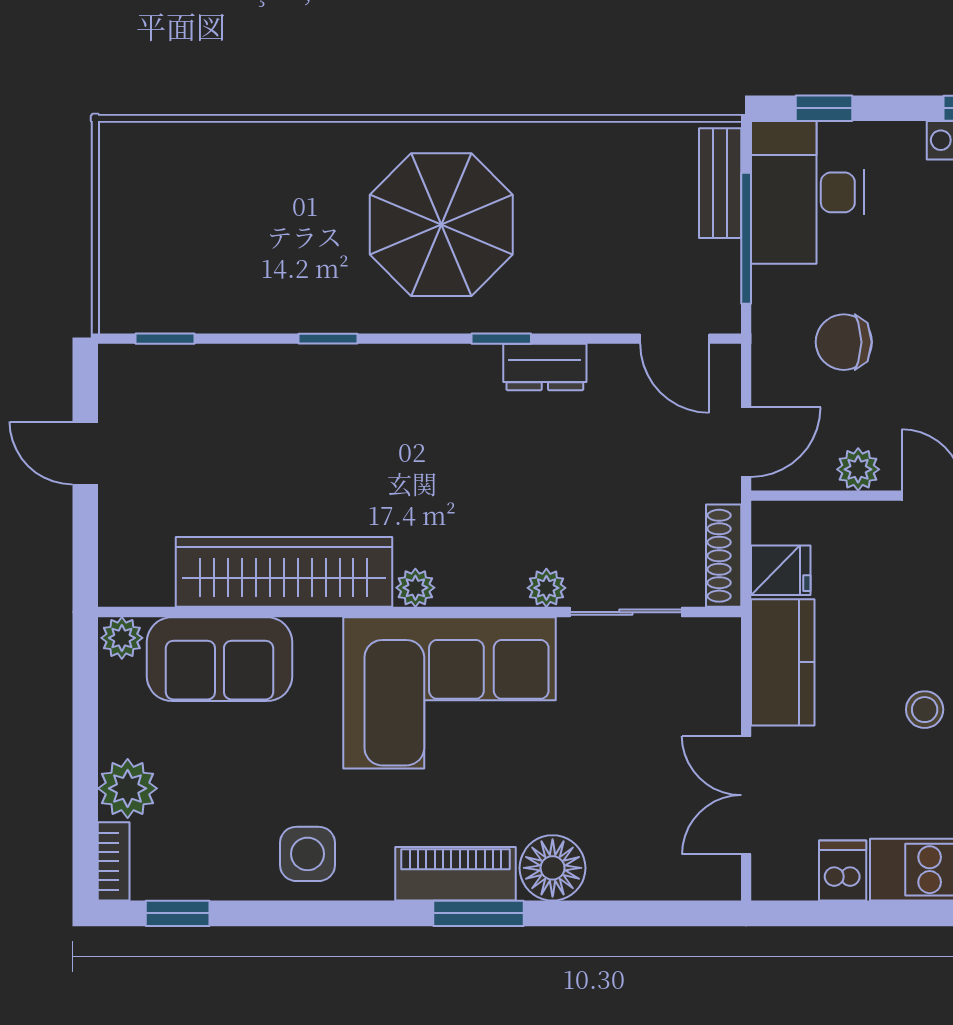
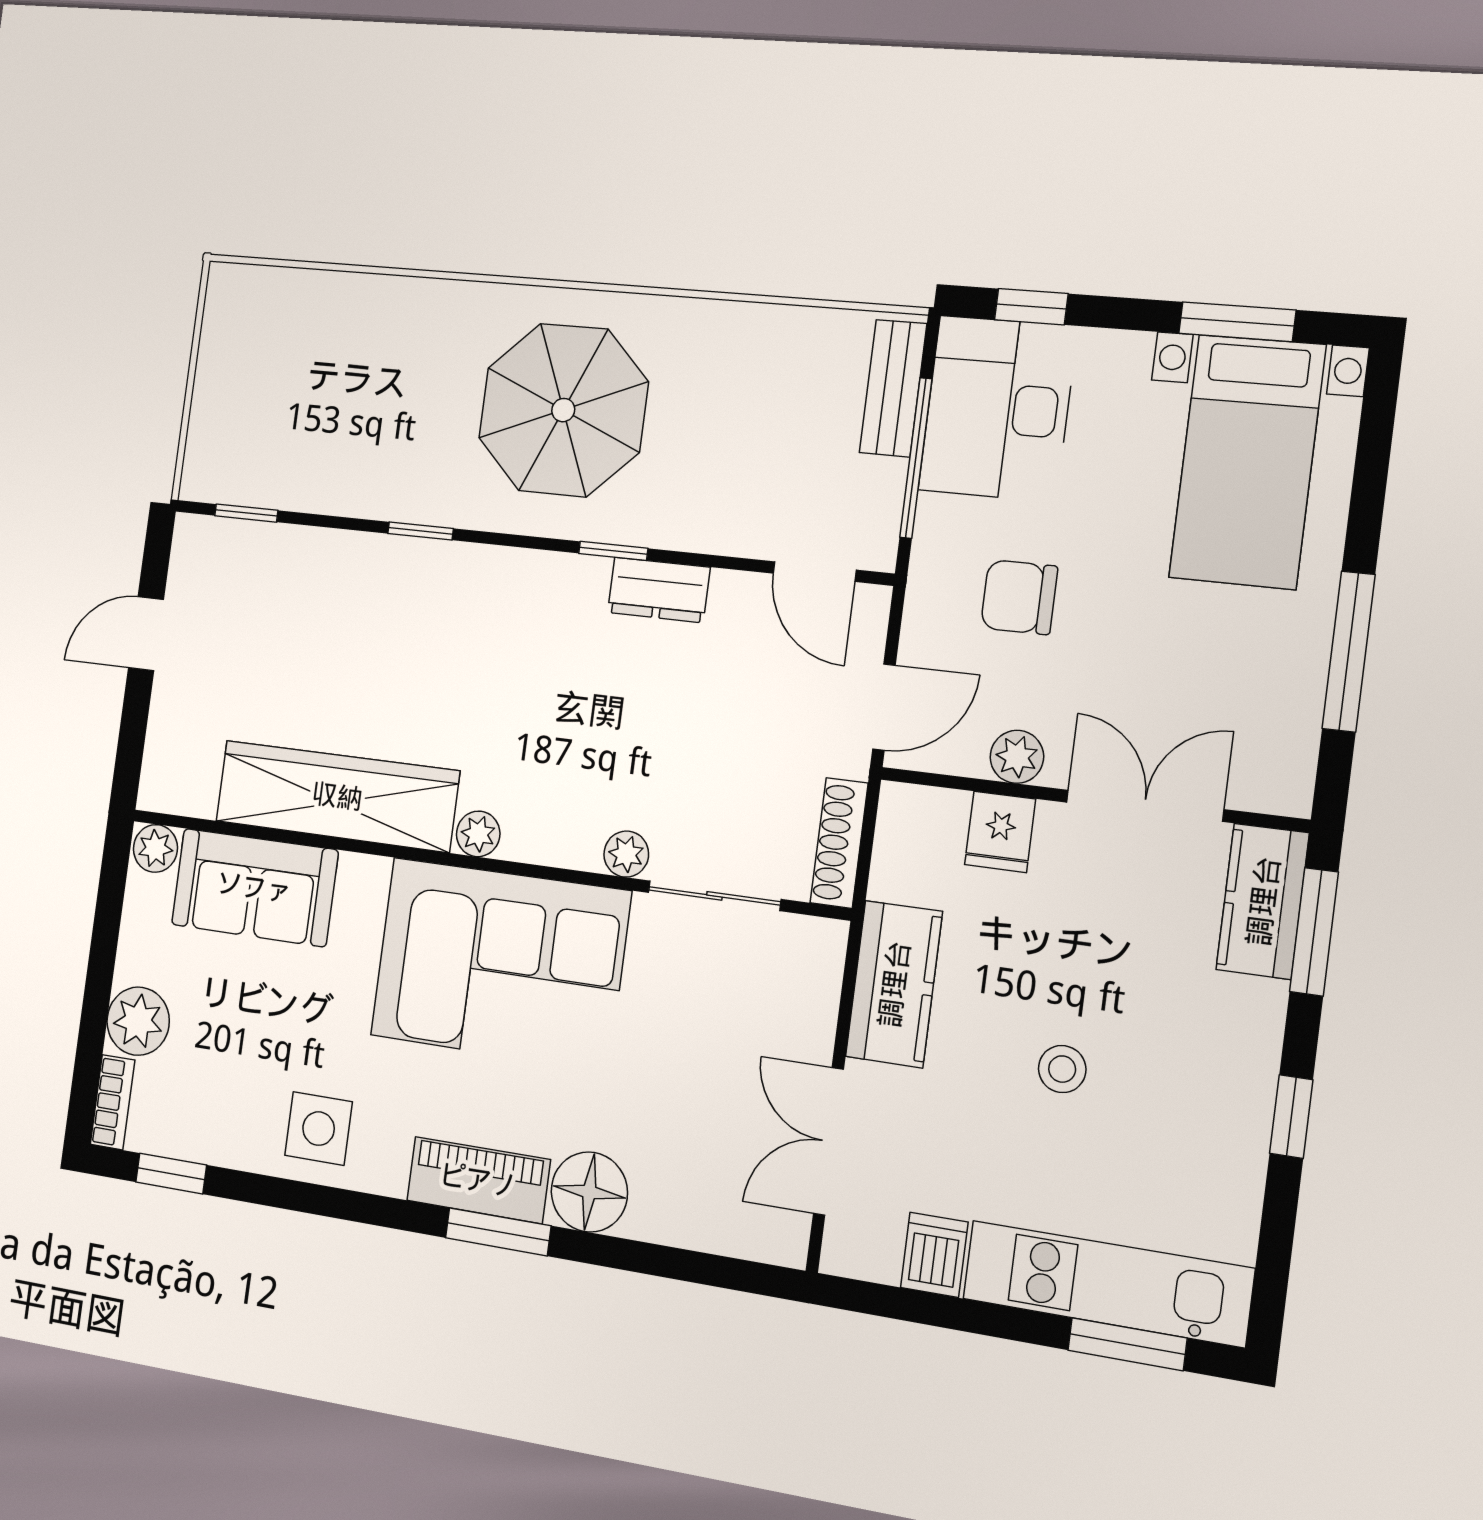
door: (85, 453) -> (146, 634), hinge flipped
fridge: (781, 570) -> (1000, 832), moved, turned 90

